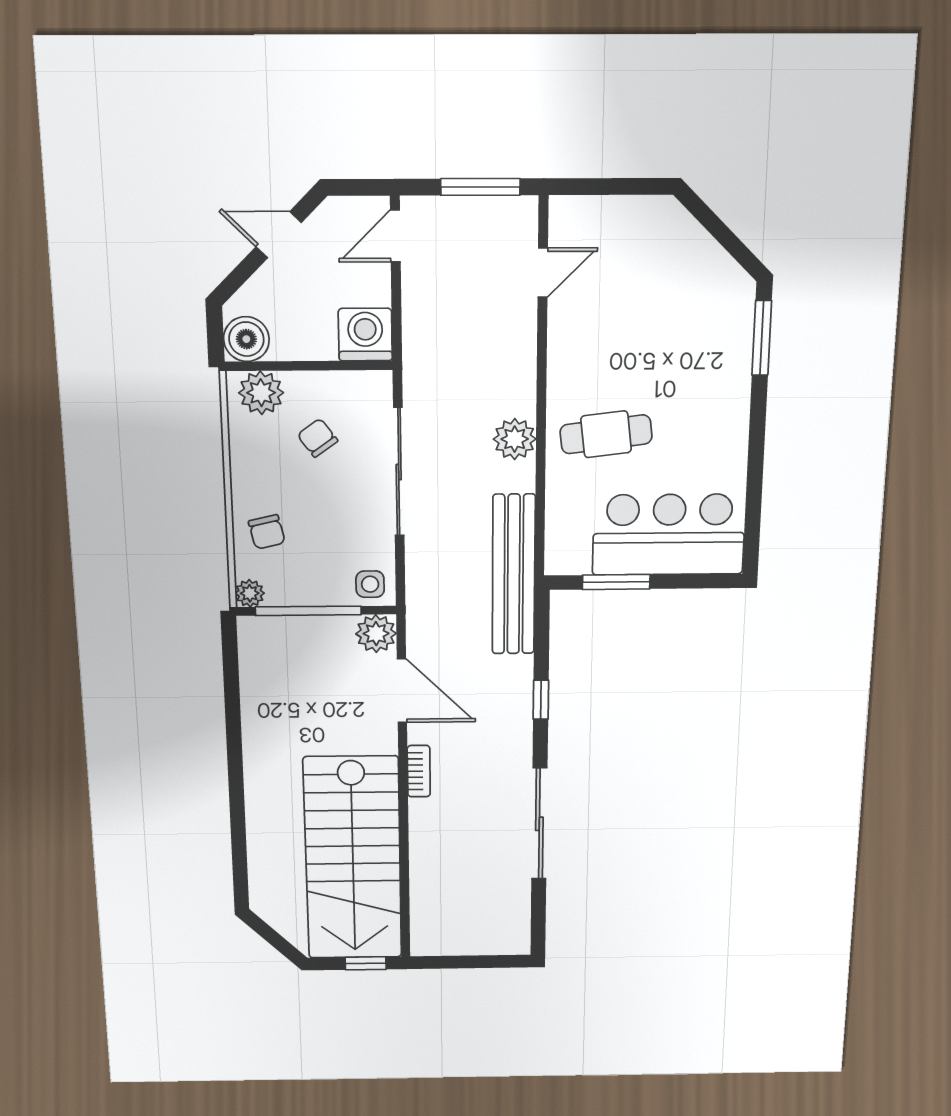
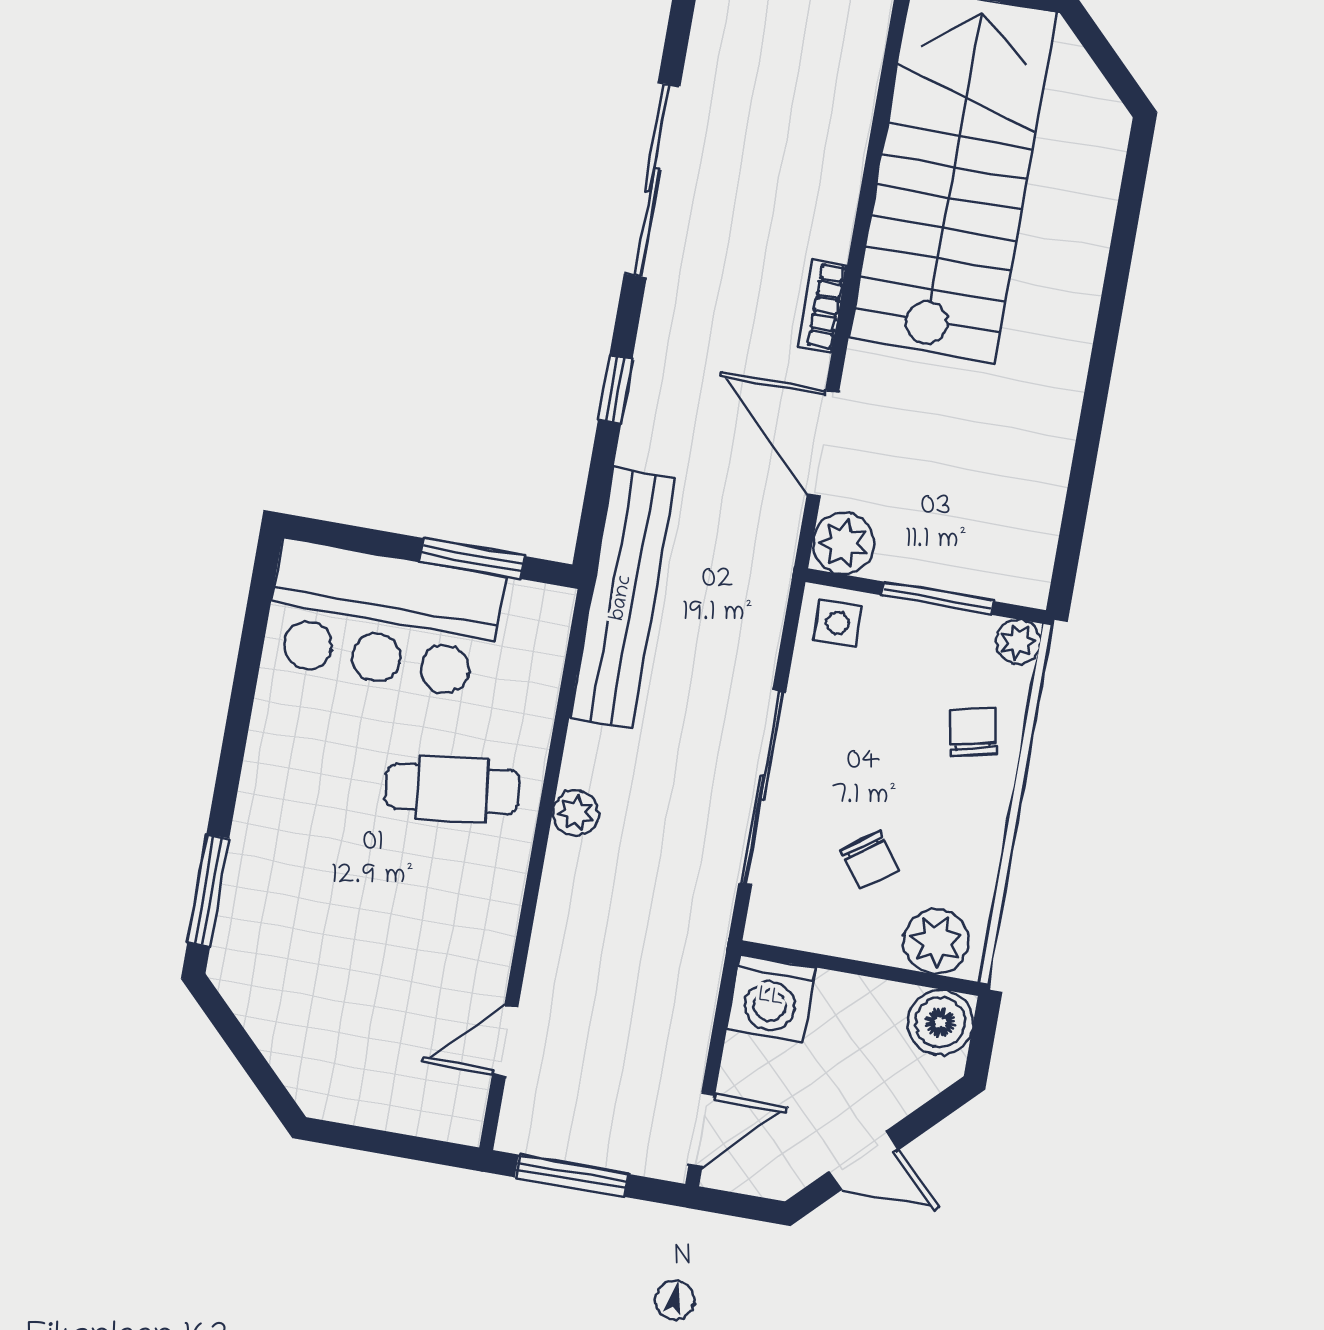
plant: (515, 439) -> (576, 813), width x0.73, depth x0.73
window: (308, 611) -> (937, 598), width x0.69

